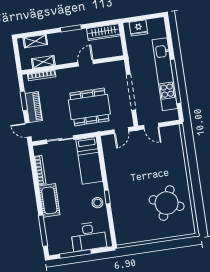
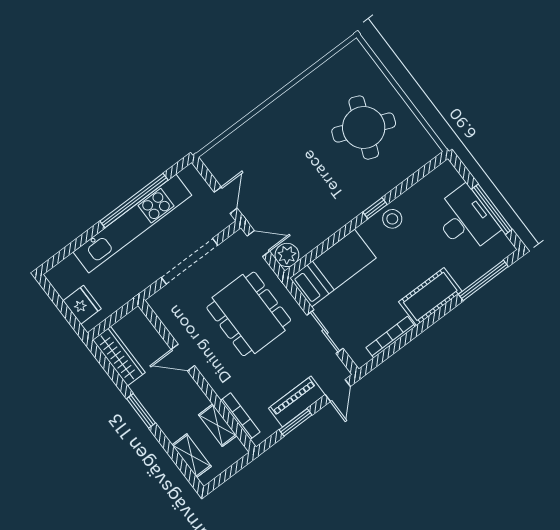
plant: (108, 141) -> (287, 255), added
round table: (167, 203) -> (364, 128), moved
desk: (89, 236) -> (465, 220), moved

